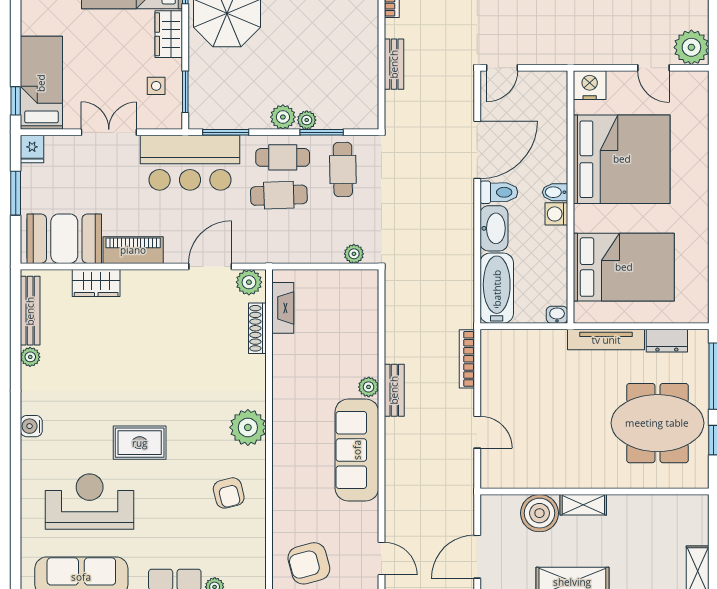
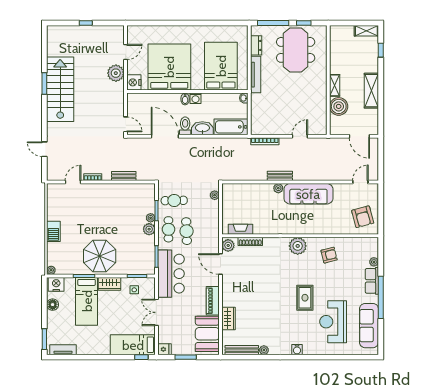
plant: (691, 47) -> (116, 73), moved

